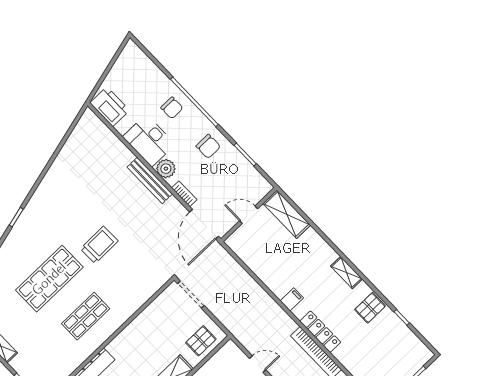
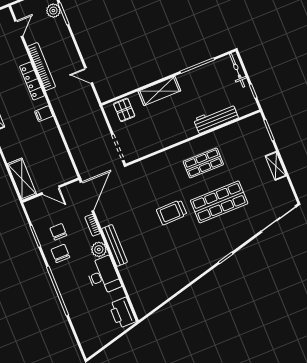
chair: (172, 108) -> (58, 232), moved
pallet: (201, 341) -> (124, 110), turned 90

